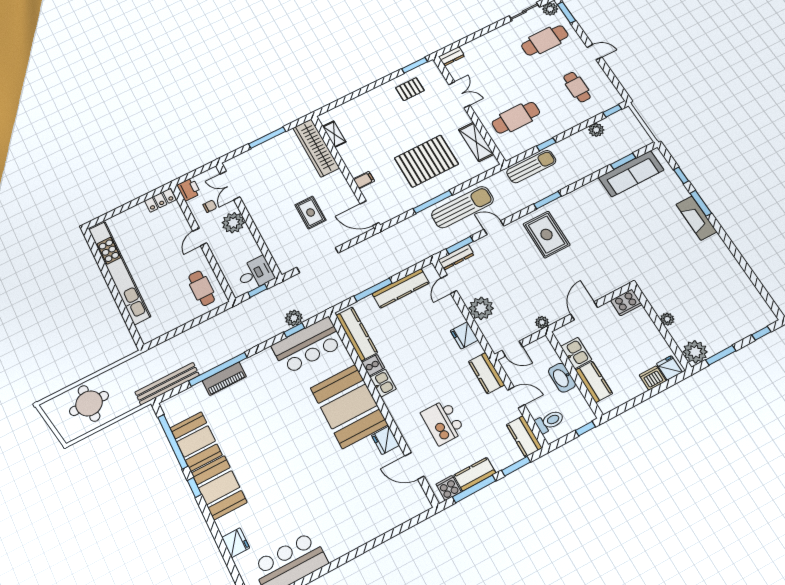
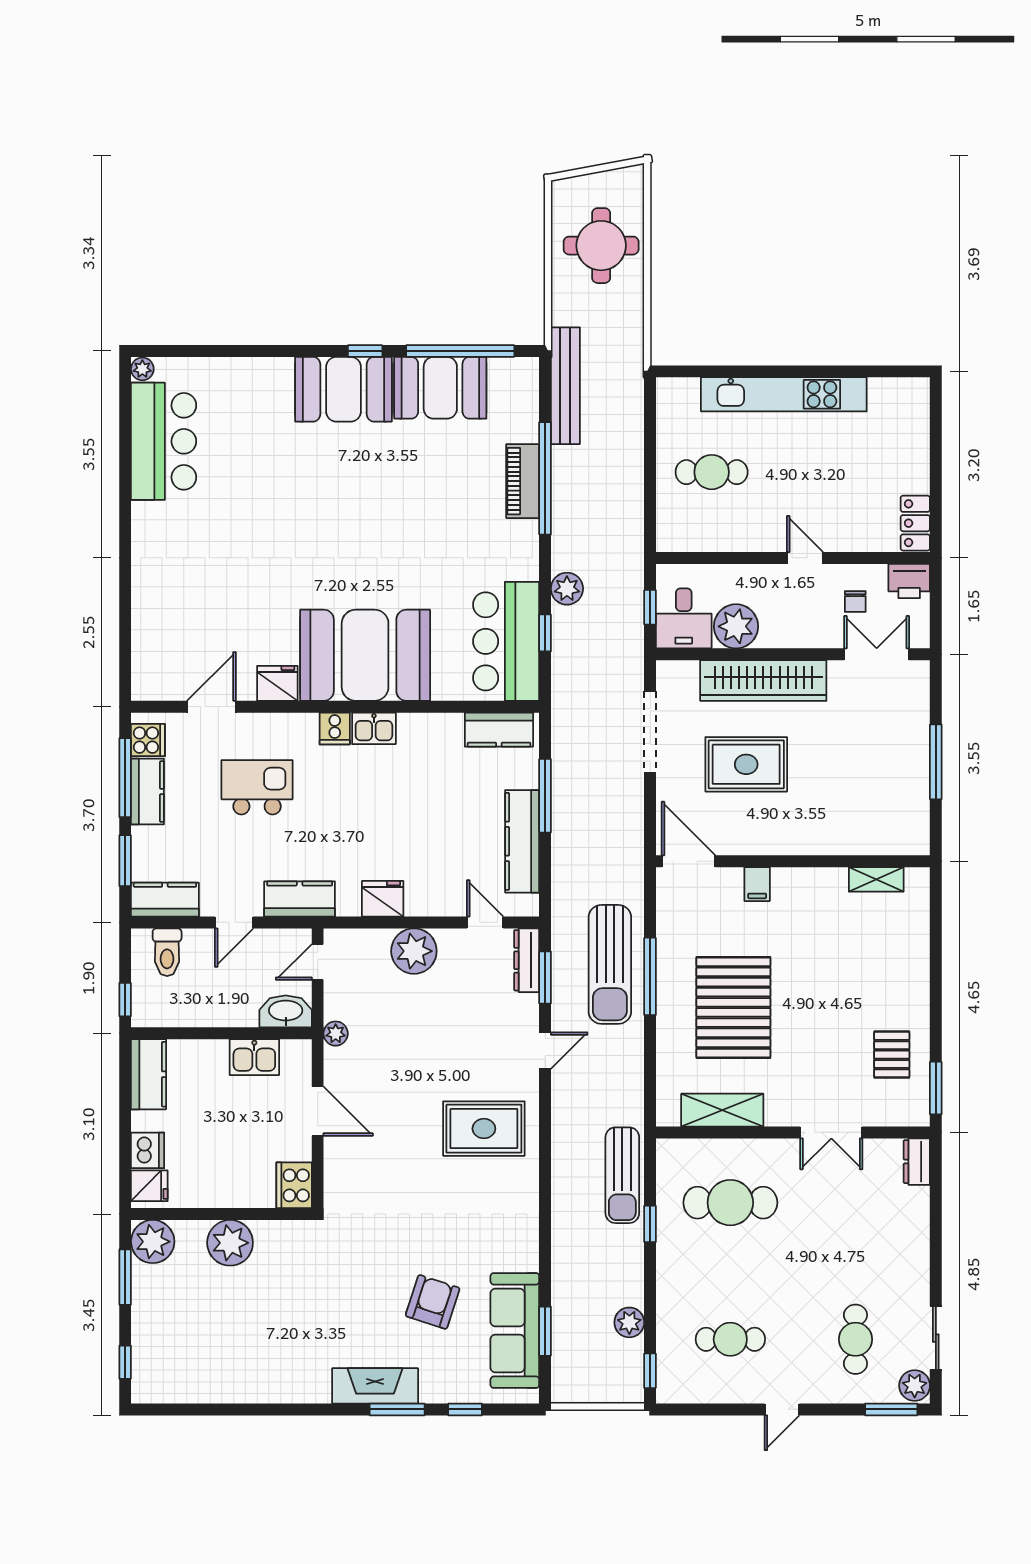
cafe table: (545, 40) -> (855, 1339), width x0.73, depth x0.74
cafe table: (516, 118) -> (730, 1203), turned 90
wardrobe: (316, 148) -> (763, 680), moved, turned 180
window: (548, 200) -> (545, 1166), removed
sun lounger: (463, 207) -> (610, 964), moved
rug: (311, 212) -> (746, 764), width x1.36, depth x1.43
door: (369, 213) -> (689, 861), hinge flipped
armchair: (641, 214) -> (433, 1302), added
plant: (233, 223) -> (736, 626), moved
kitchen unit: (119, 272) -> (784, 394), width x0.73
cafe table: (202, 288) -> (712, 472), moved
plant: (294, 318) -> (567, 589), moved
plant: (667, 319) -> (230, 1243), width x1.87, depth x1.87
kitchen counter: (357, 334) -> (499, 730), width x0.67
cooker: (373, 365) -> (335, 728), moved
washbasin: (562, 378) -> (286, 1011), moved
kitchen counter: (594, 382) -> (149, 1074), moved, turned -90
fridge: (236, 543) -> (241, 374), removed

